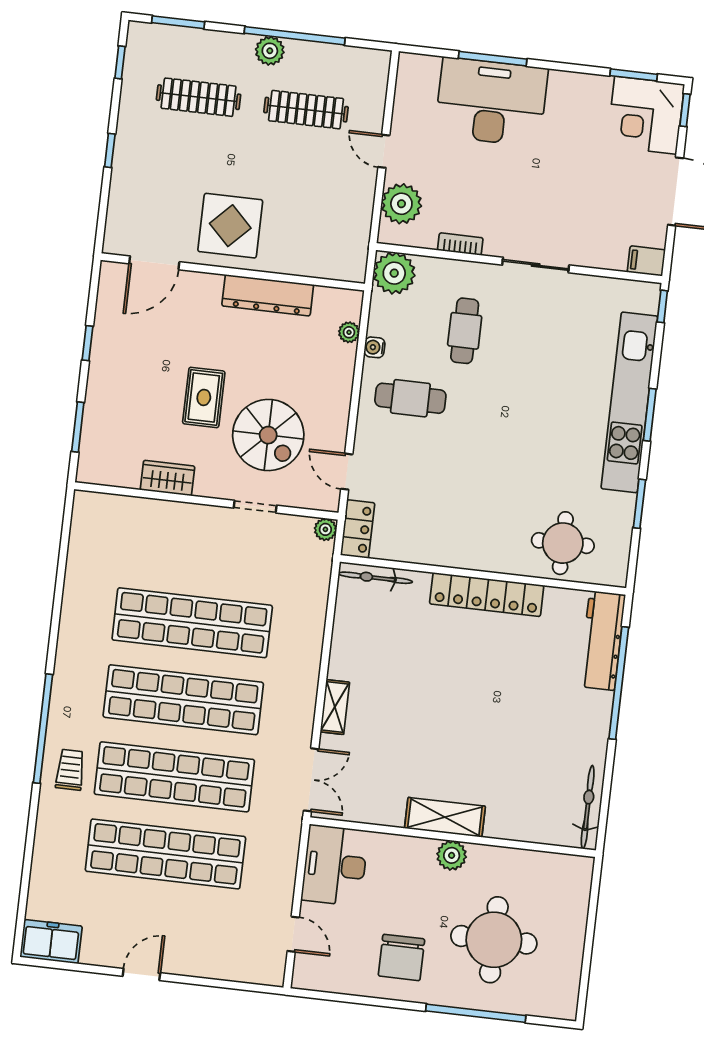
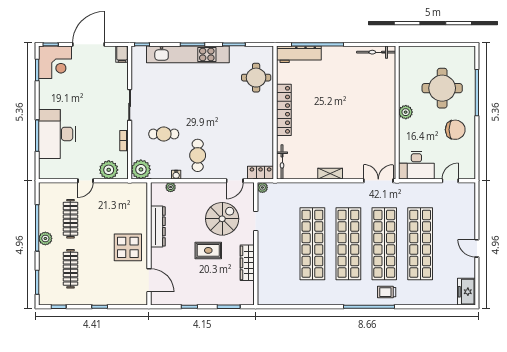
wardrobe: (168, 478) -> (247, 263), width x1.50
shelving: (335, 707) -> (330, 174), moved
shelving: (445, 817) -> (388, 117), removed

